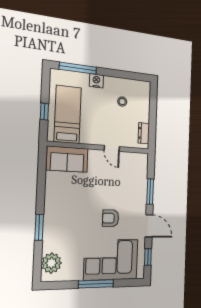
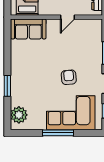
door: (112, 148) -> (67, 17), hinge flipped
armchair: (111, 218) -> (69, 77), turned 85

